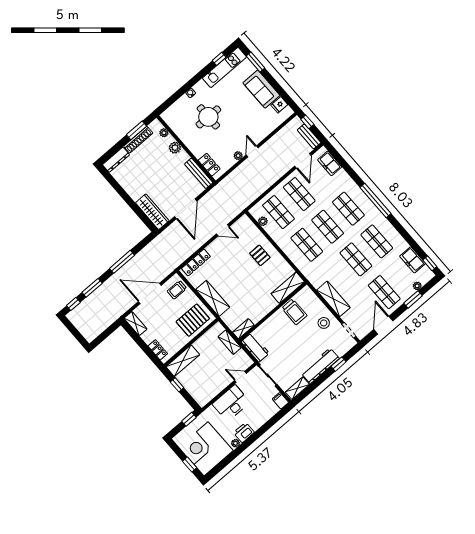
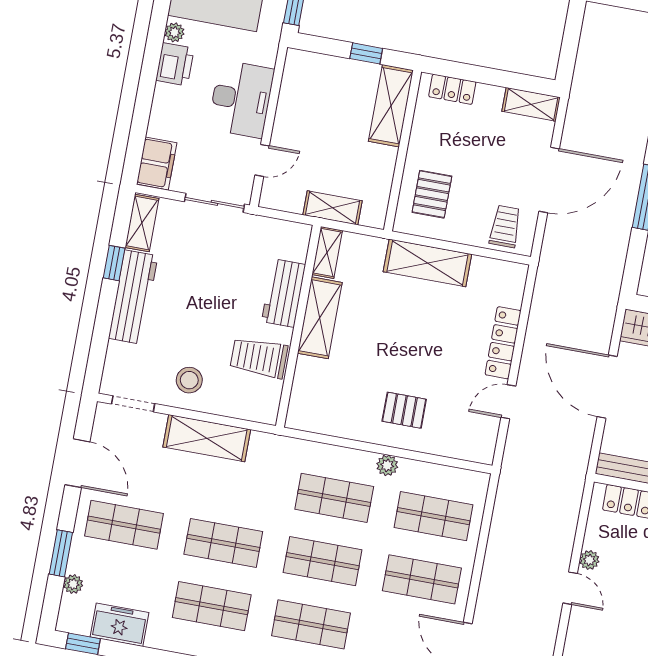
plant: (263, 221) -> (387, 465), moved
locker: (196, 262) -> (503, 343), moved
shelving: (288, 288) -> (320, 318), moved
pallet: (193, 320) -> (432, 194), width x0.67, depth x0.71
workbench: (255, 347) -> (284, 293), moved, turned 90
window: (338, 364) -> (114, 263), moved
filing cabinet: (280, 401) -> (157, 163), width x2.00

